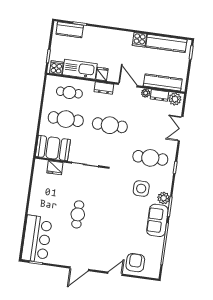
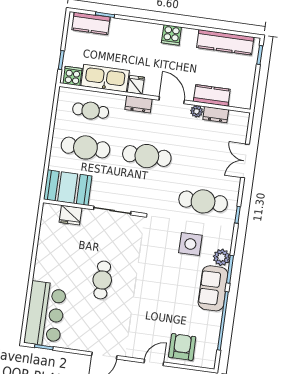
cooker: (140, 40) -> (171, 35), moved
kitchen counter: (163, 82) -> (212, 95), width x0.67
plant: (175, 99) -> (237, 120), removed

